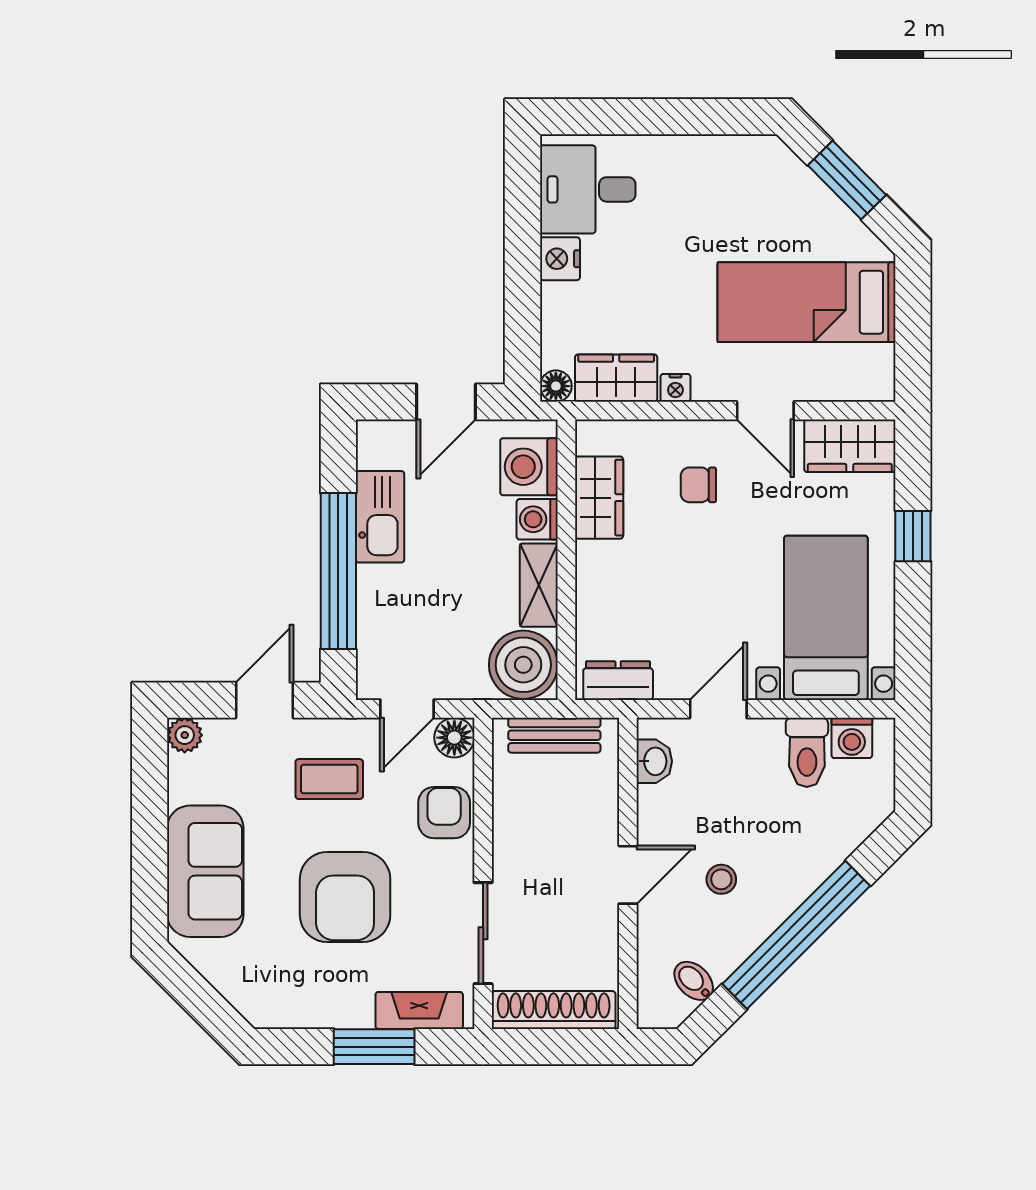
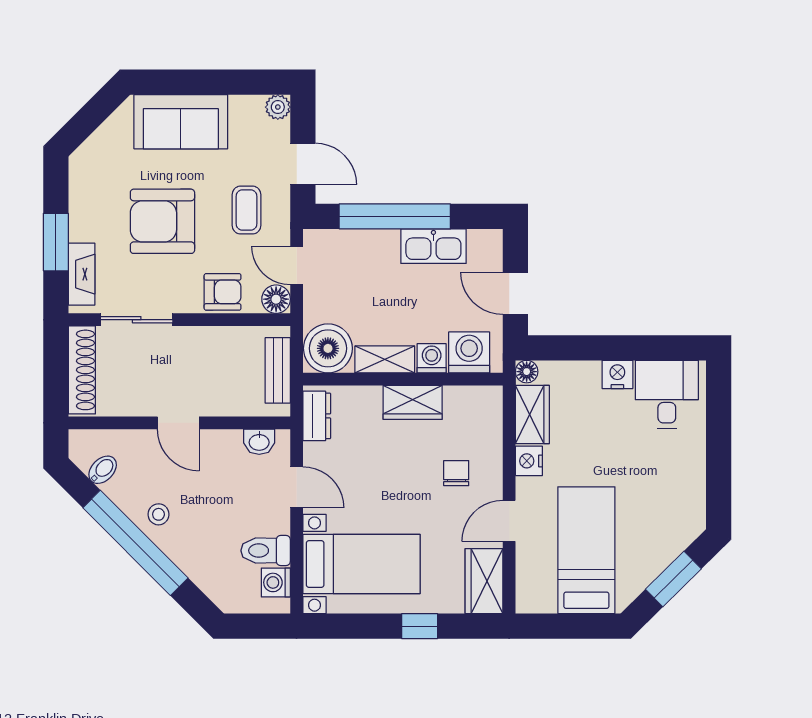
nightstand: (675, 388) -> (529, 461), width x1.39, depth x1.35
wardrobe: (599, 498) -> (413, 402), moved
stool: (721, 879) -> (158, 514), moved

